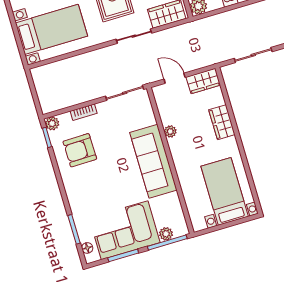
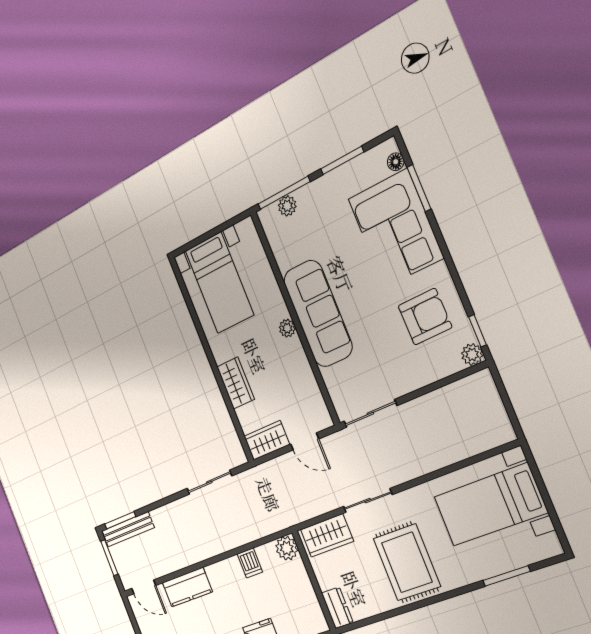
bookcase: (84, 112) -> (426, 378), removed
plant: (170, 131) -> (287, 328), moved
corner sofa: (125, 230) -> (396, 228), moved, turned 90

